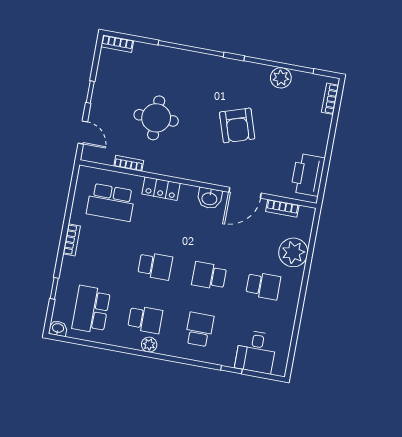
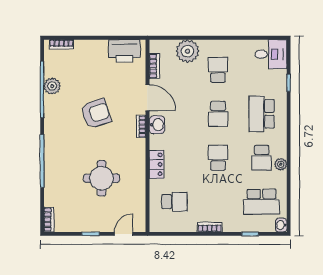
bookcase: (129, 163) -> (141, 127), moved
school desk: (111, 202) -> (174, 202), width x0.54
school desk: (145, 319) -> (262, 158), turned 180
school desk: (199, 329) -> (262, 114), width x1.85
plant: (149, 345) -> (281, 164), moved
desk: (256, 352) -> (271, 54), moved

